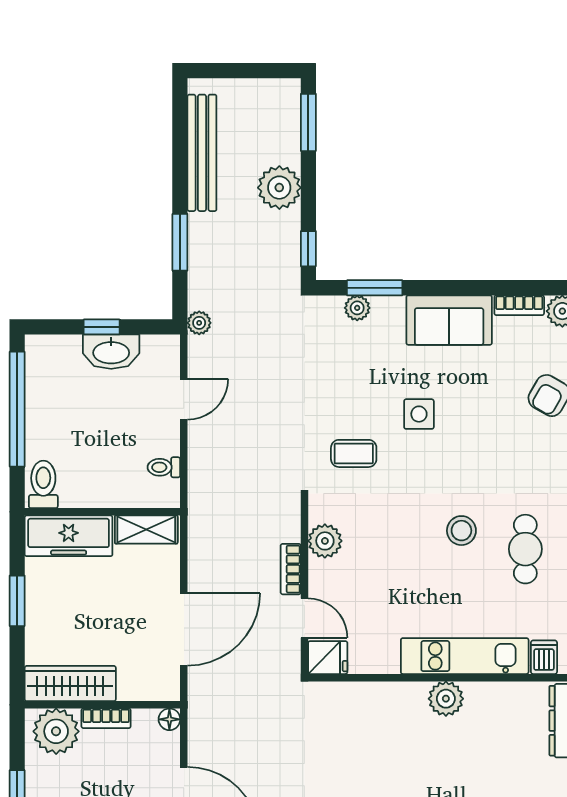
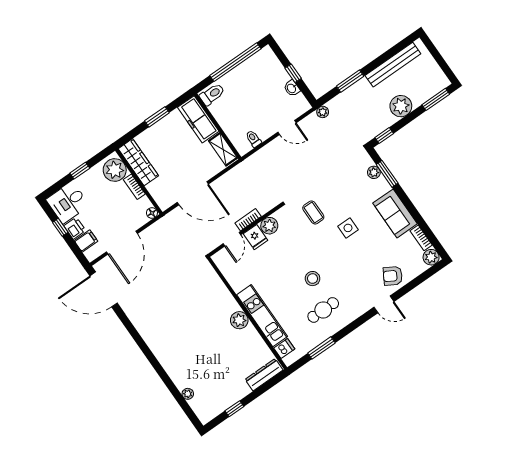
washbasin: (111, 352) -> (292, 88), width x0.52, depth x0.69
fridge: (328, 658) -> (255, 237), moved

